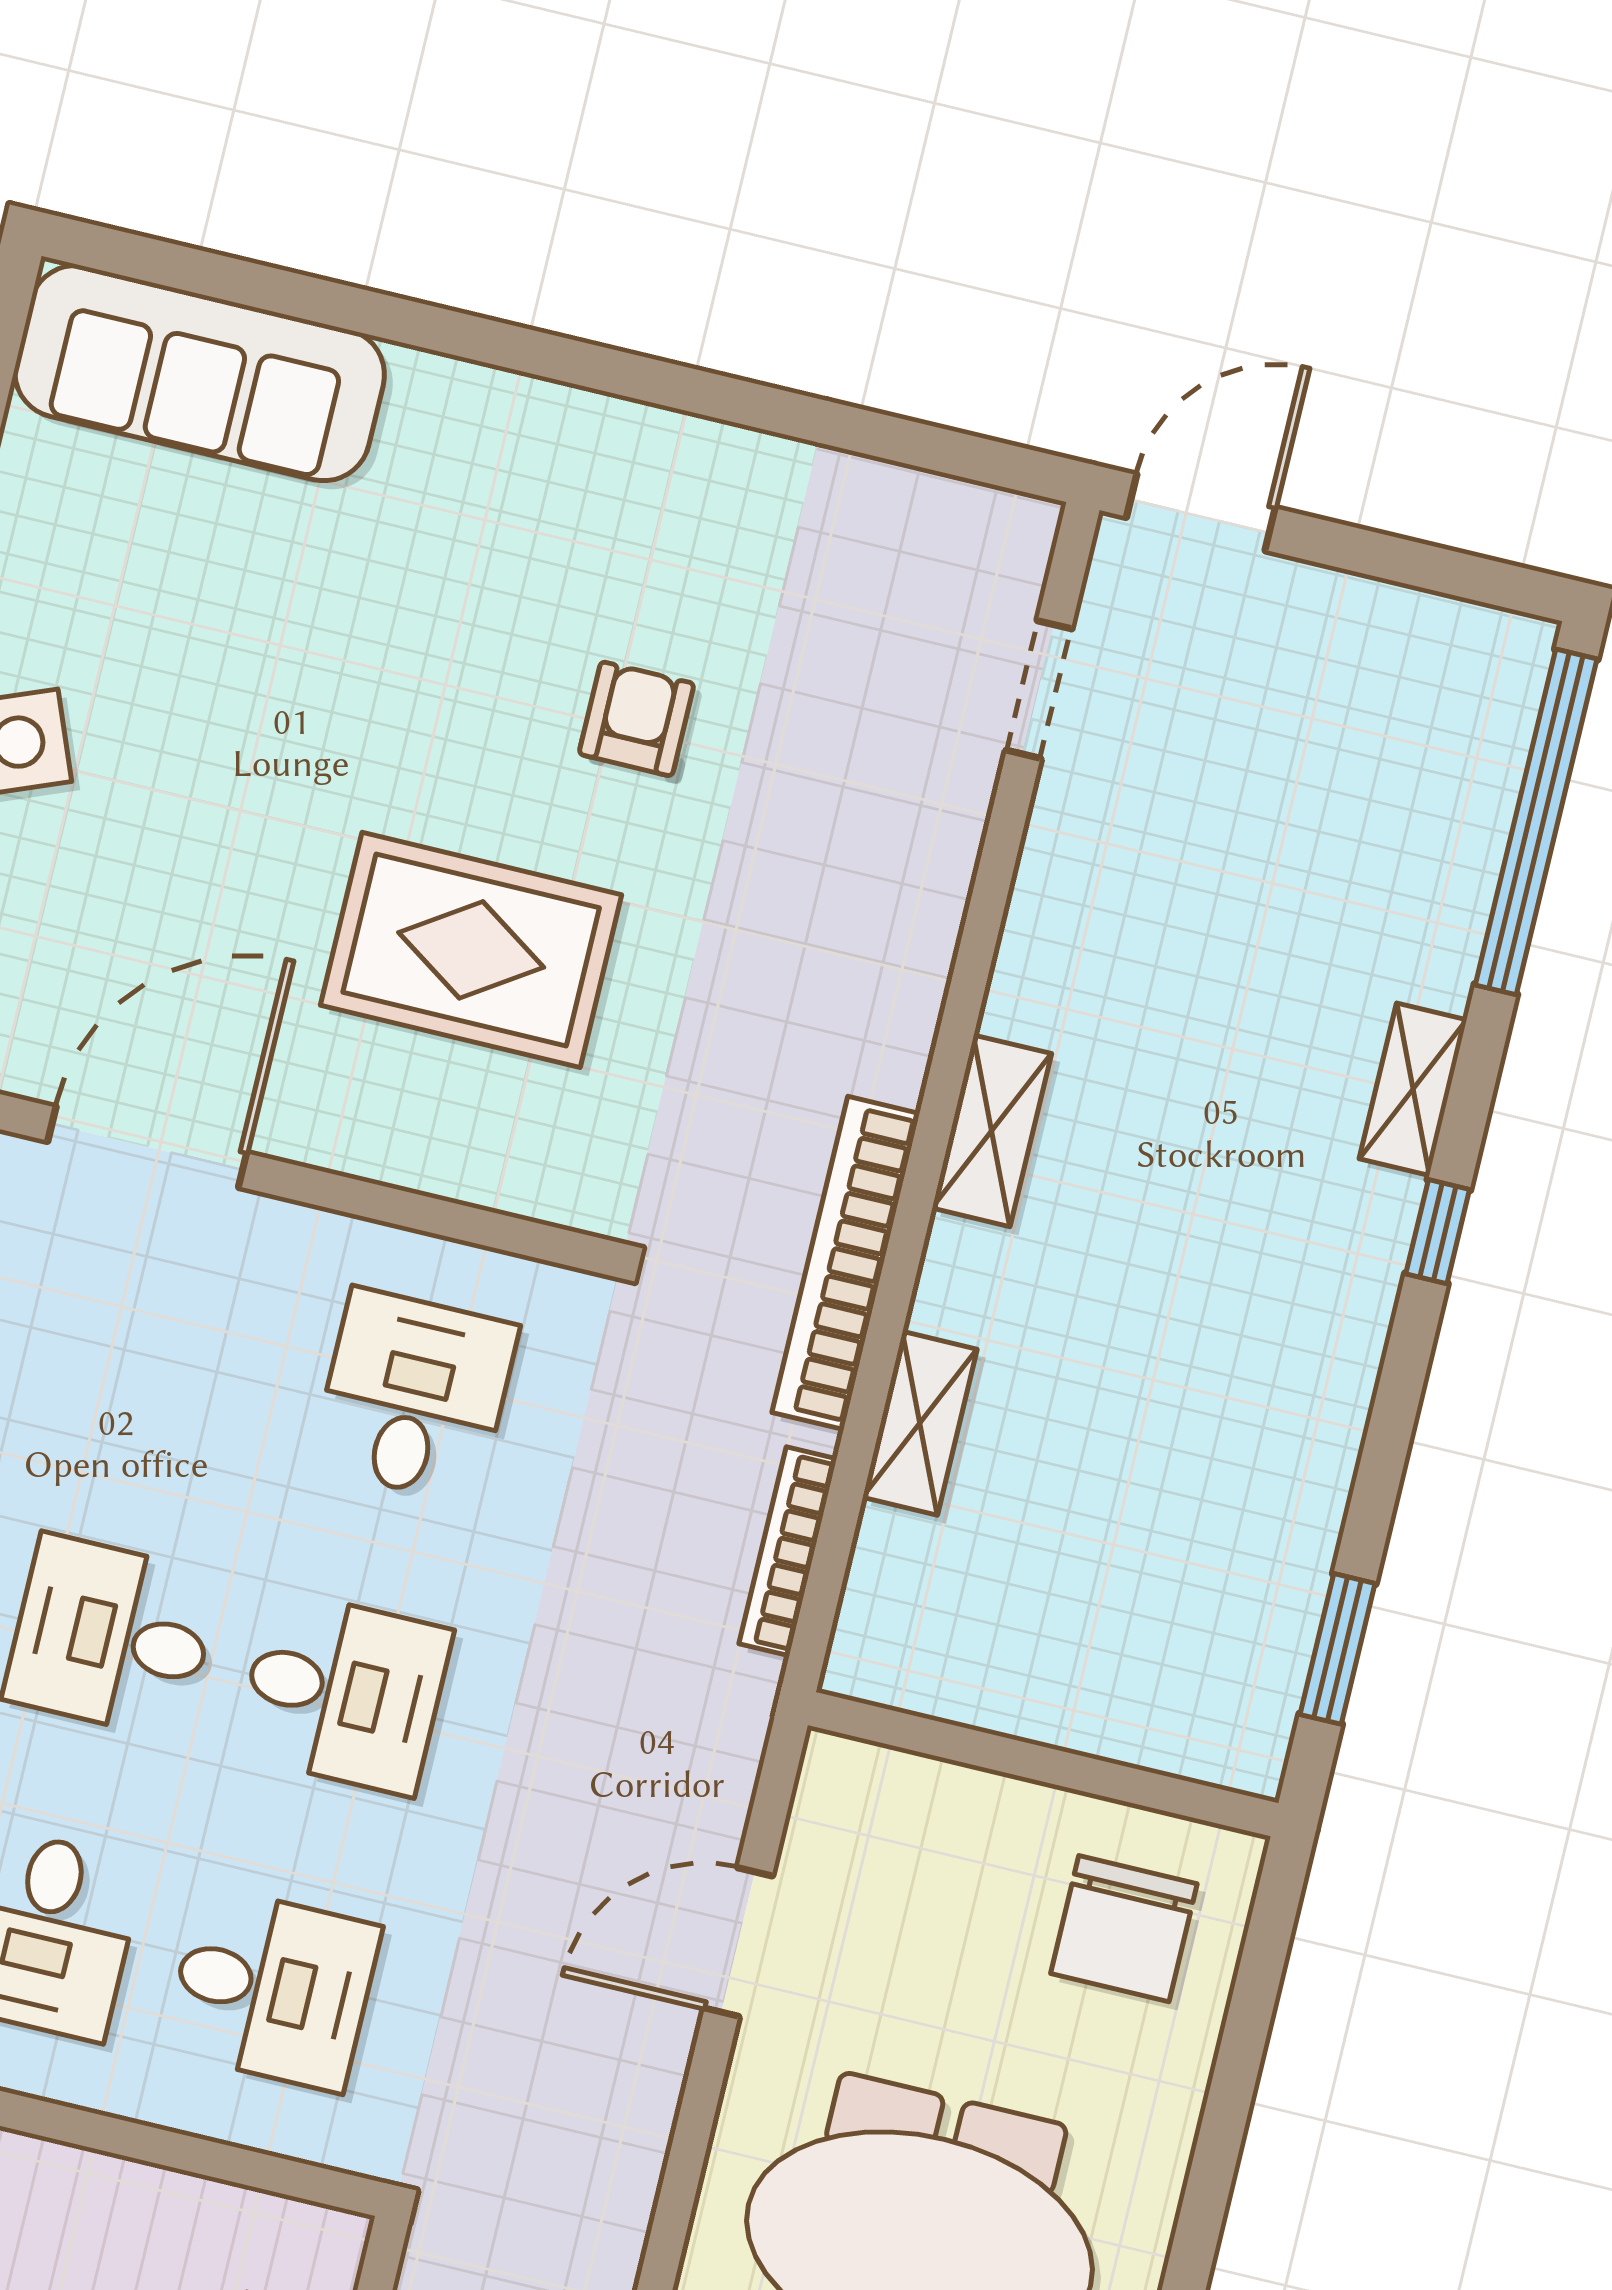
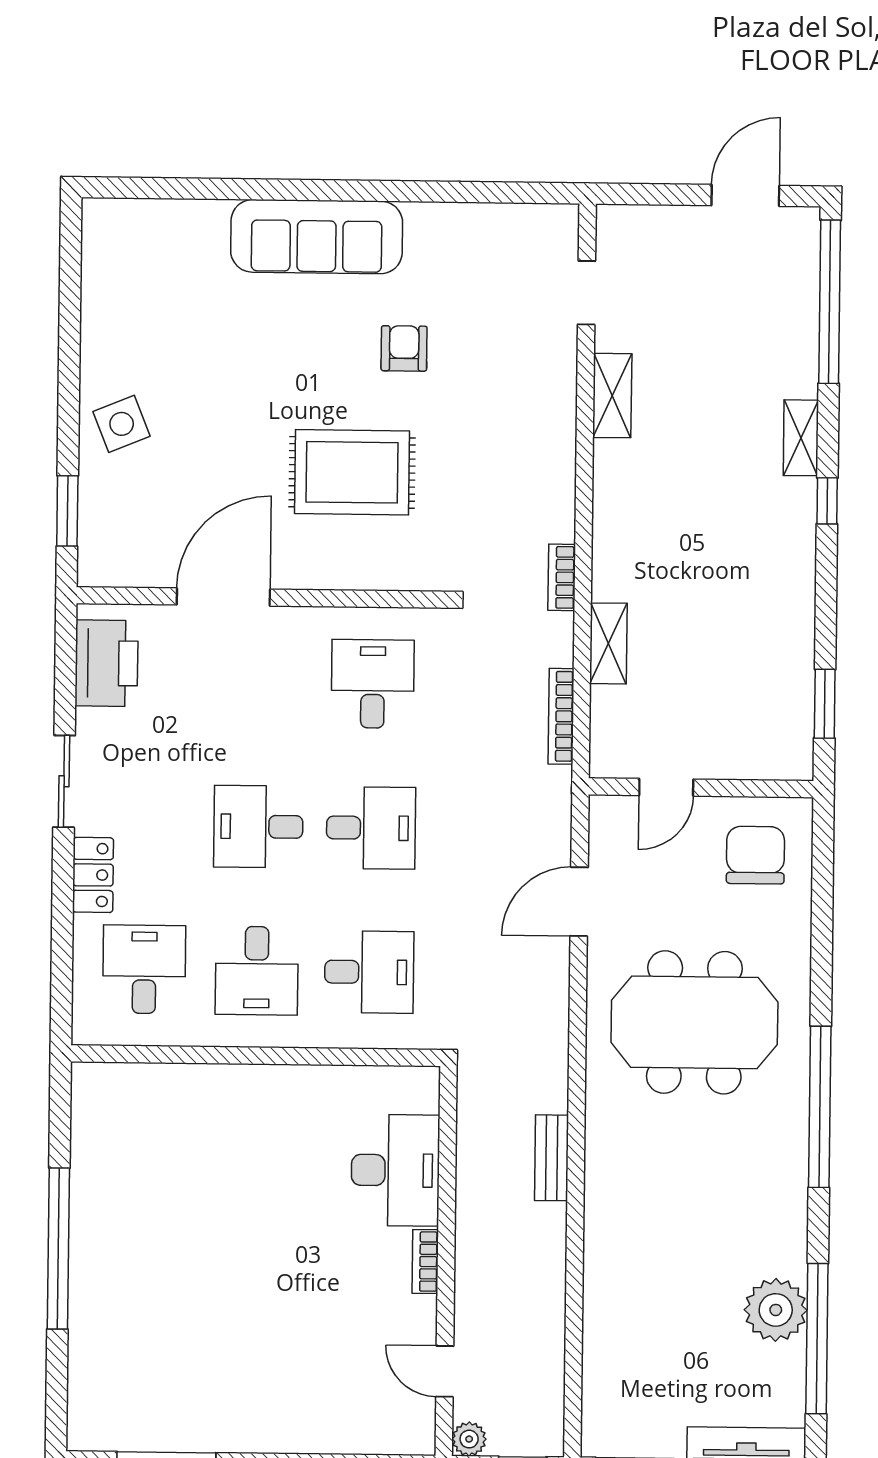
sofa: (200, 373) -> (317, 237), moved
door: (1201, 512) -> (745, 195), moved
shelving: (992, 1131) -> (612, 396), moved
bookcase: (846, 1263) -> (562, 577), width x0.43, depth x0.76
door: (971, 1747) -> (666, 787), added
chair: (1124, 1929) -> (755, 855), turned 180

